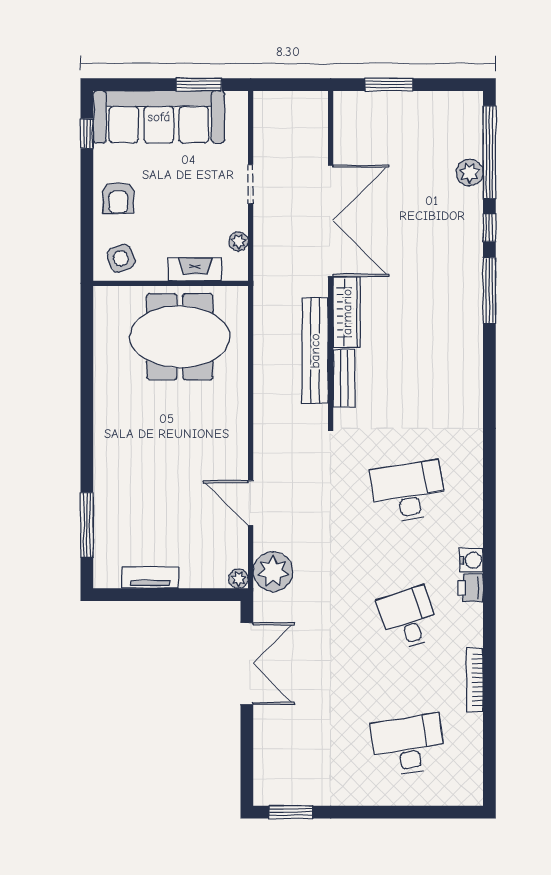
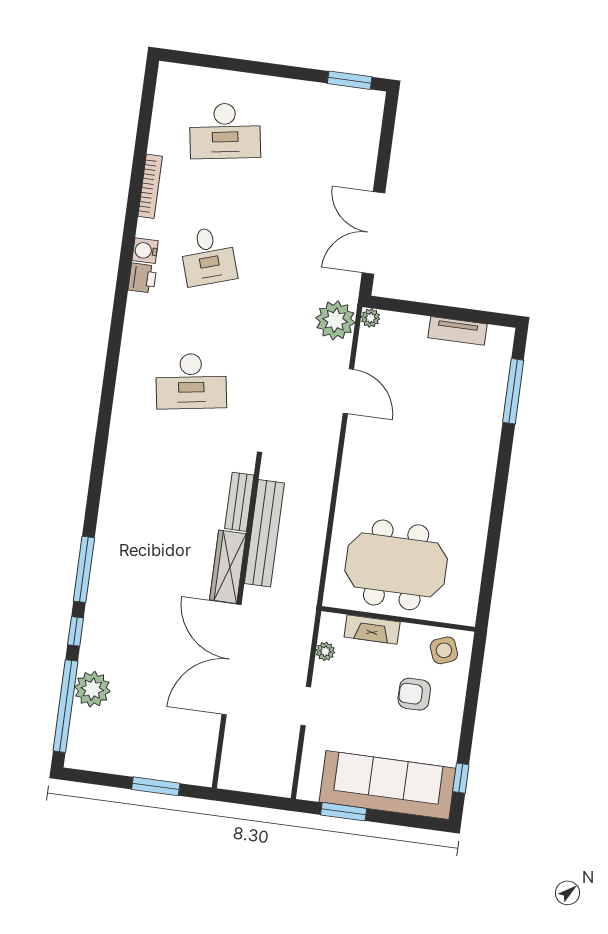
plant: (470, 173) -> (92, 689), width x1.36, depth x1.36
armchair: (118, 198) -> (414, 694), moved, turned -90
water cooler: (471, 560) -> (145, 251), moved

